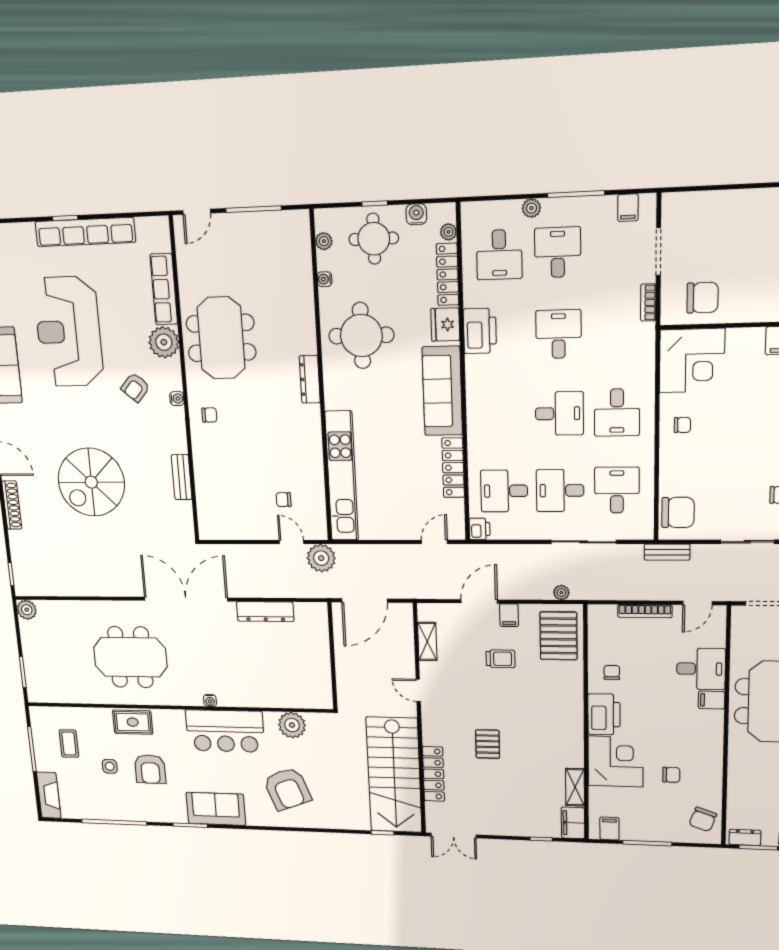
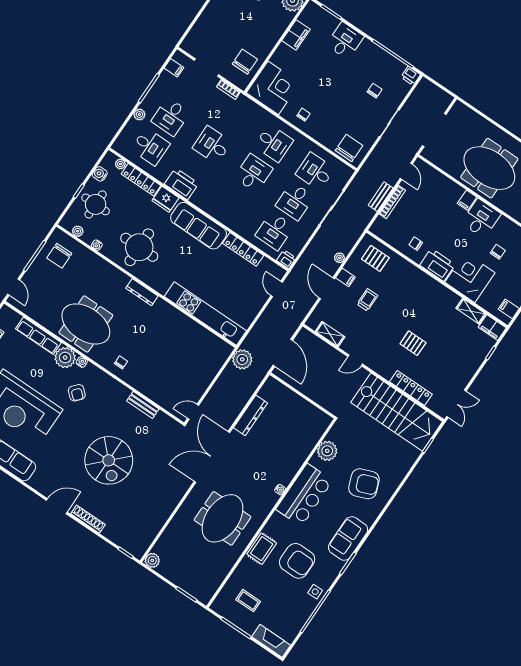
desk: (558, 252) -> (171, 117), turned -90
water cooler: (177, 399) -> (82, 362), moved
chair: (284, 500) -> (59, 256), moved, width x1.87, depth x1.87
door: (291, 542) -> (193, 412), moved
bench: (667, 552) -> (381, 197), moved
plant: (561, 593) -> (339, 258), moved
pallet: (558, 636) -> (375, 258), width x0.67, depth x0.71
desk: (701, 669) -> (481, 218), moved
side table: (110, 766) -> (315, 592), moved
armchair: (150, 769) -> (297, 561), width x1.36, depth x1.36

